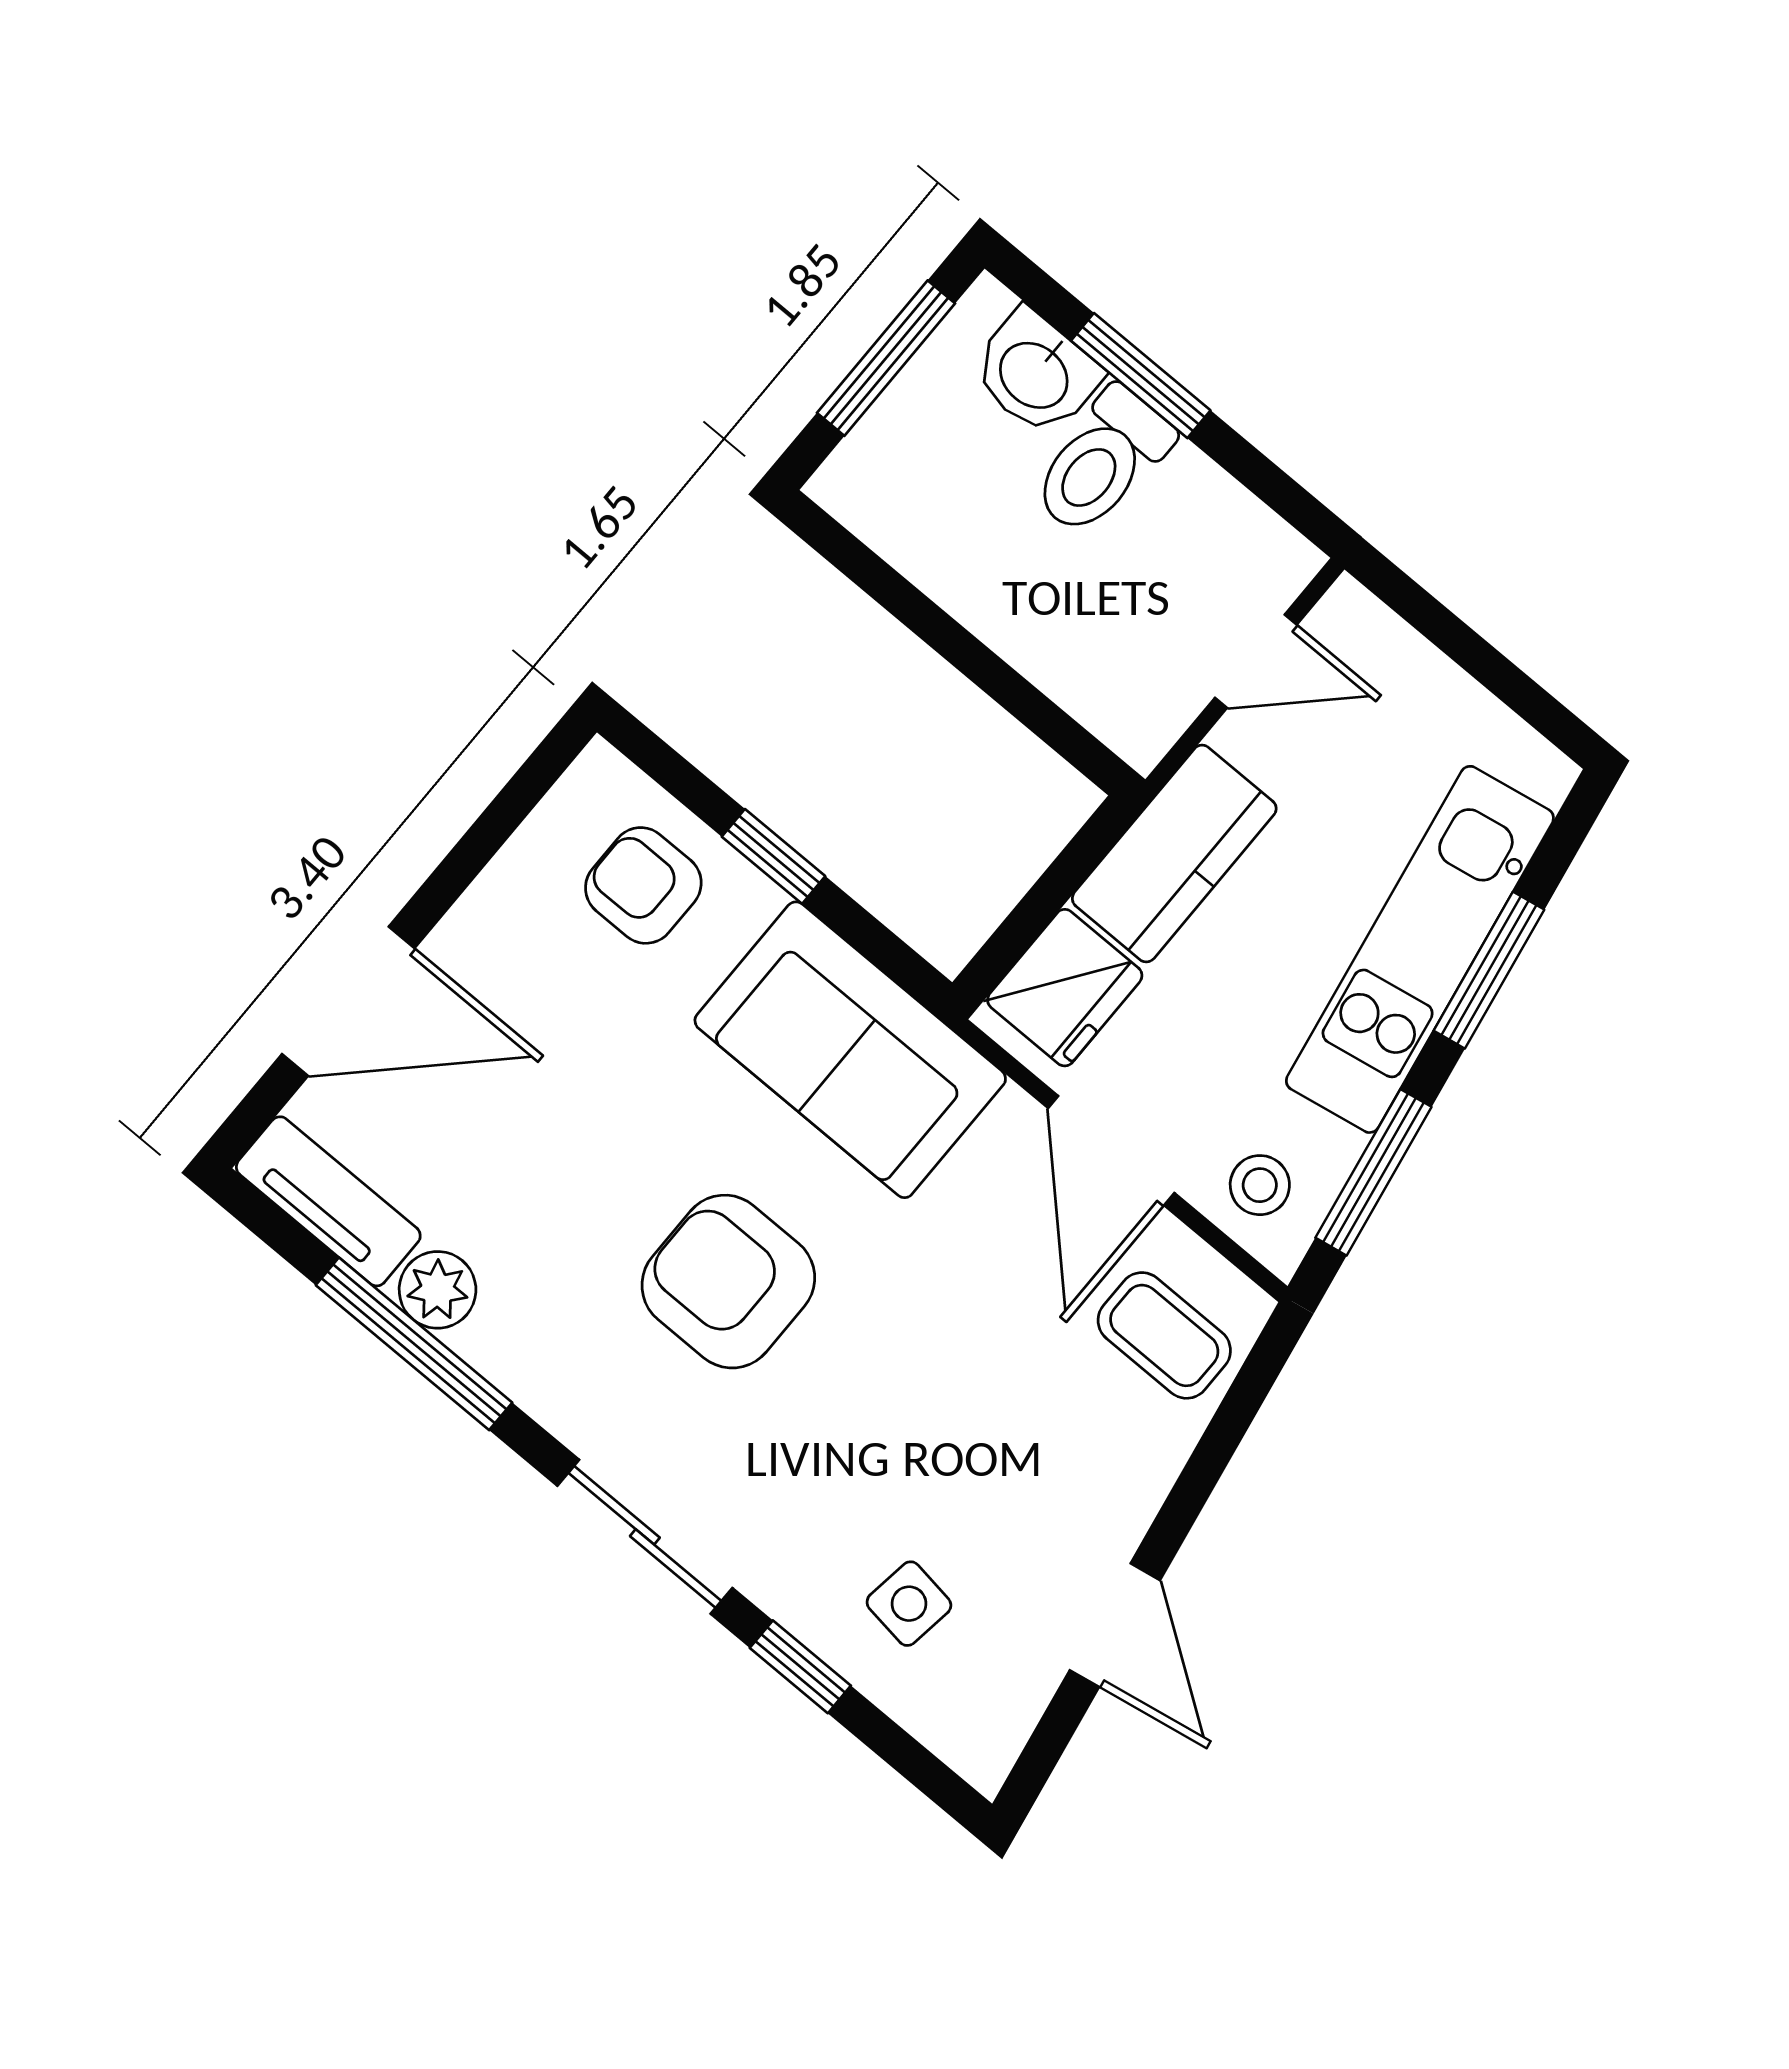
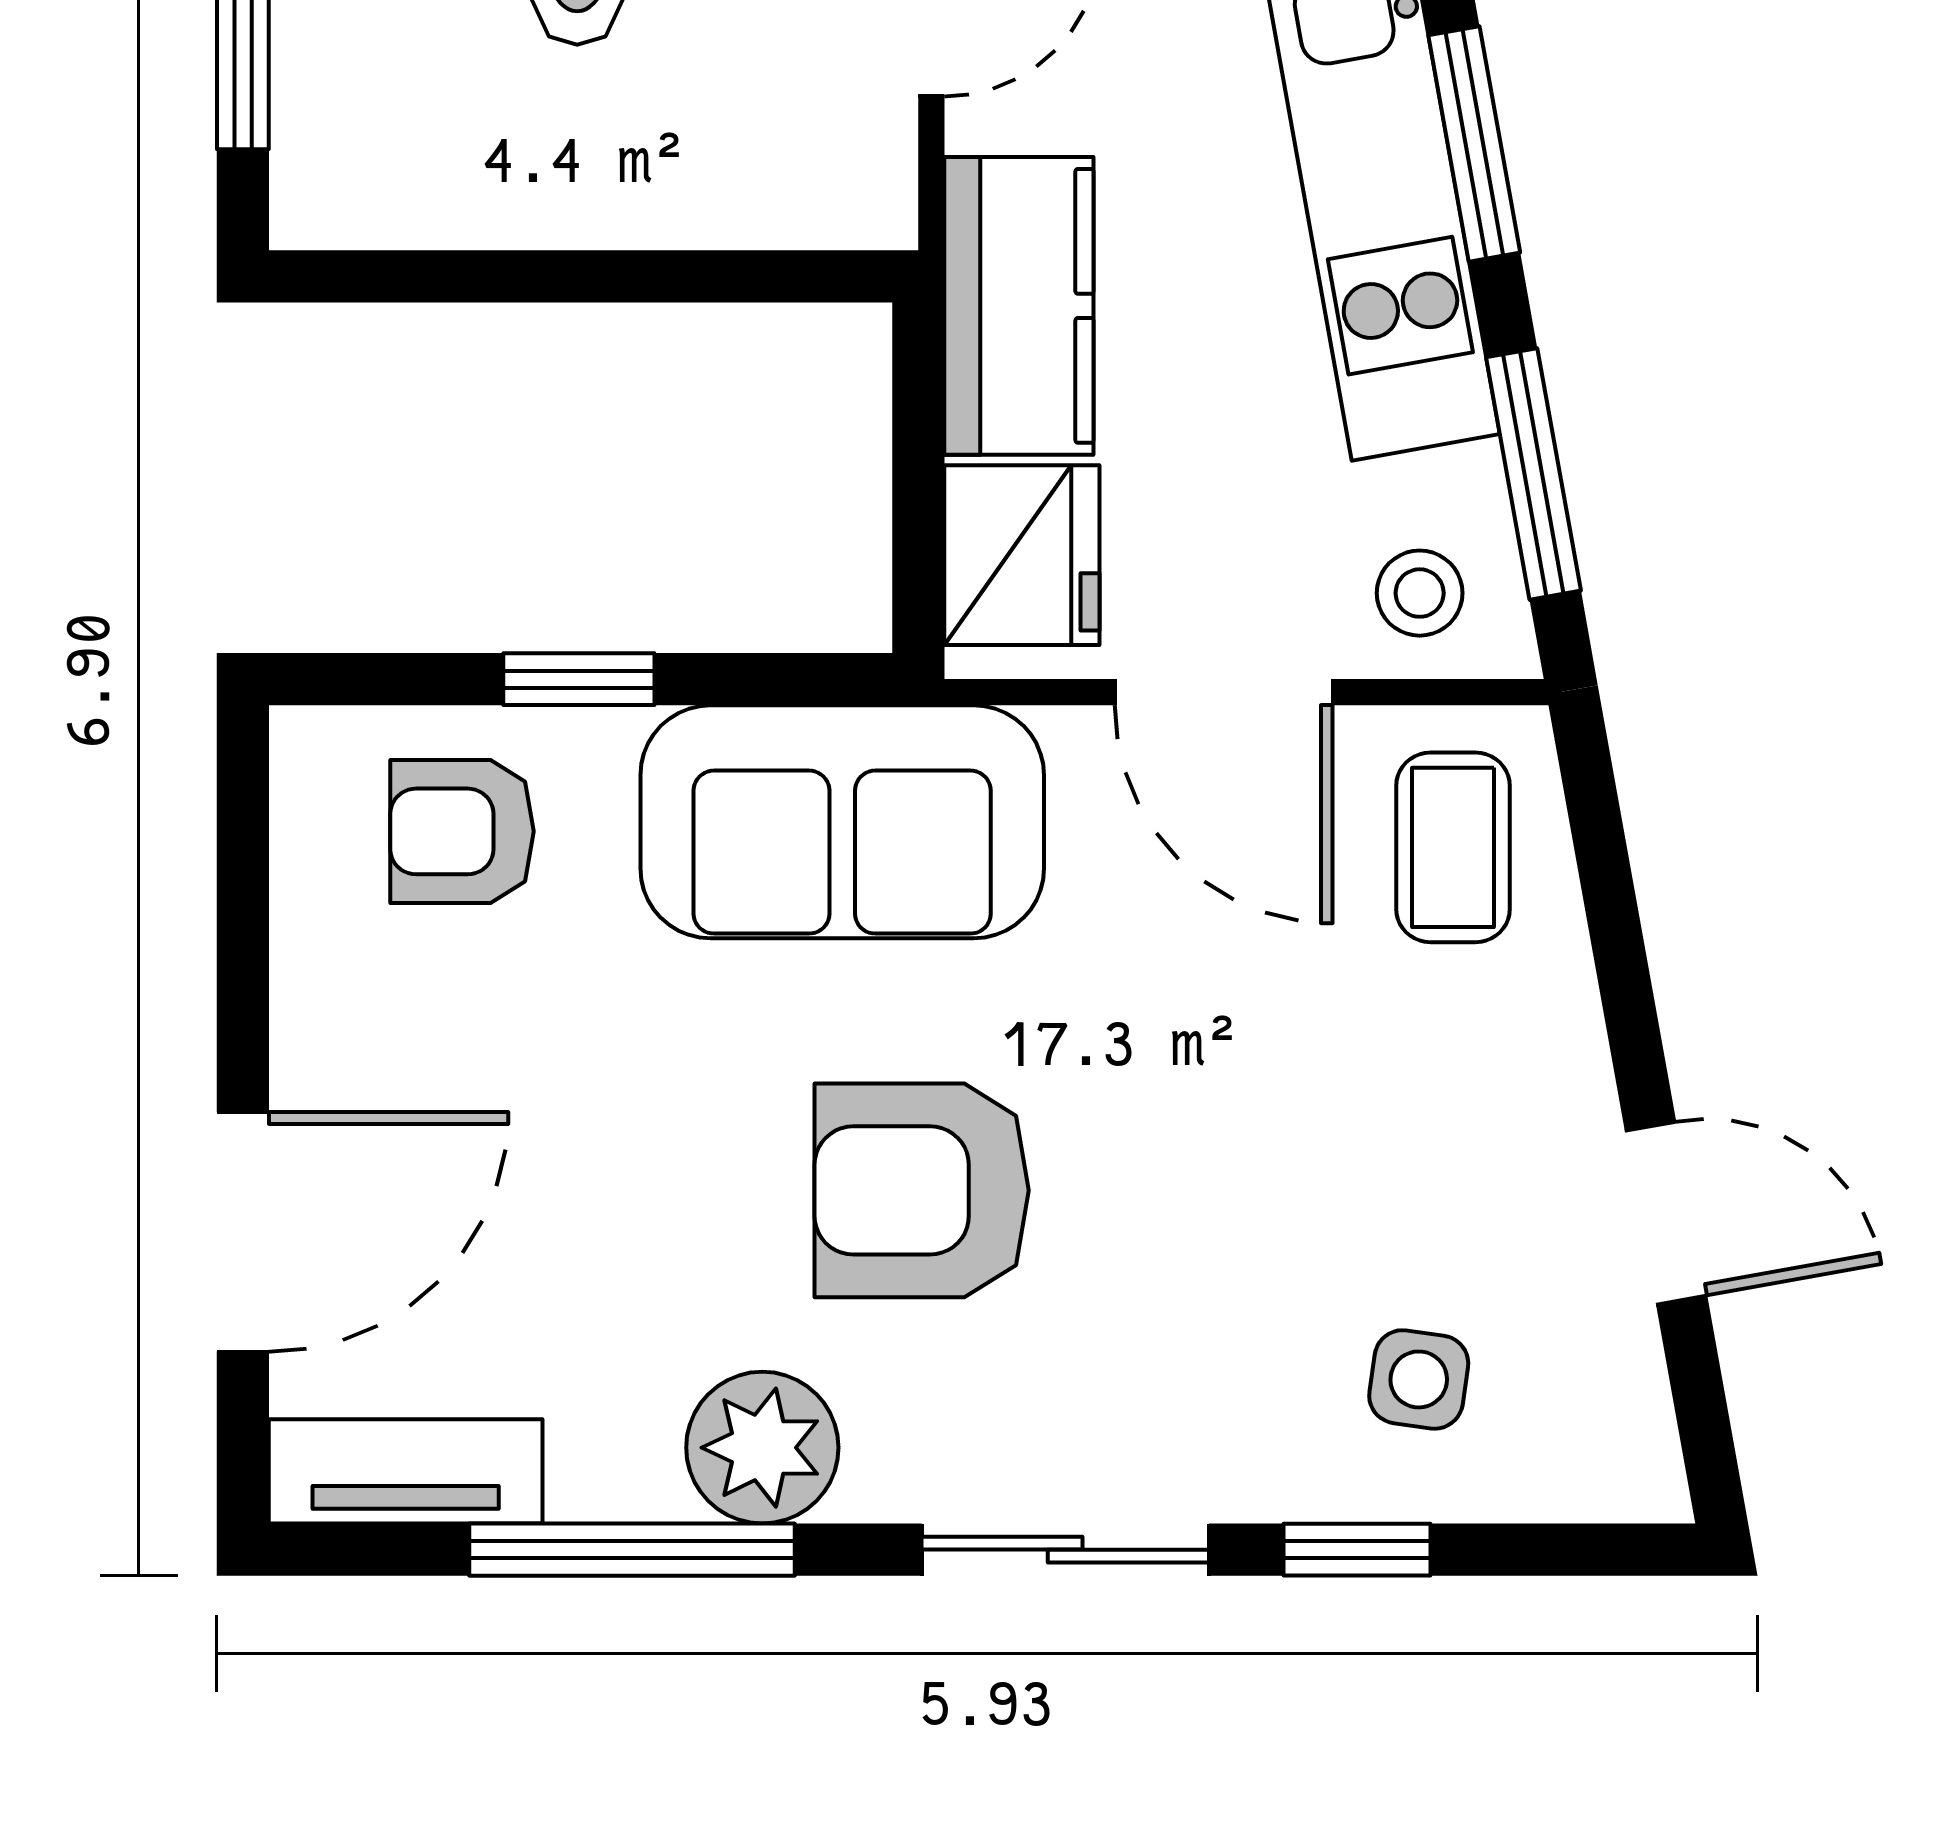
plant: (438, 1290) -> (762, 1448), moved, width x1.38, depth x1.38
coffee table: (1164, 1335) -> (1453, 847), turned 90

